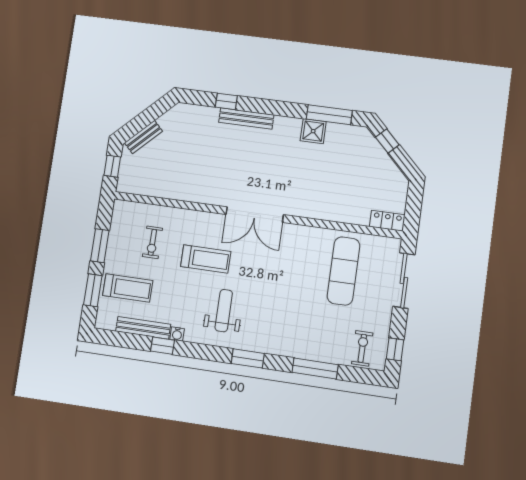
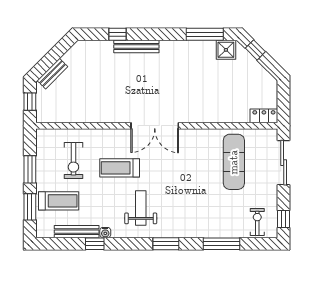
shower: (313, 131) -> (226, 50), moved
exercise bike: (152, 242) -> (73, 160), width x1.38, depth x1.39
treadmill: (206, 259) -> (120, 168), turned 180

